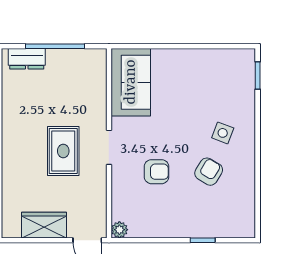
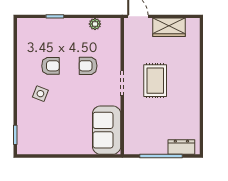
armchair: (209, 172) -> (50, 66), turned -121
plant: (119, 230) -> (95, 24), moved

